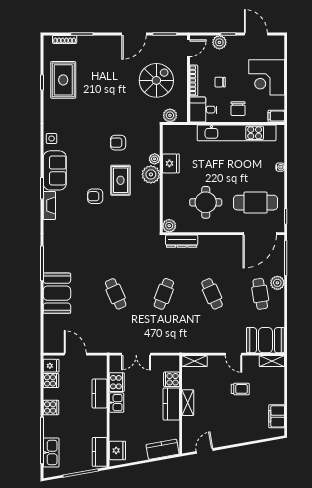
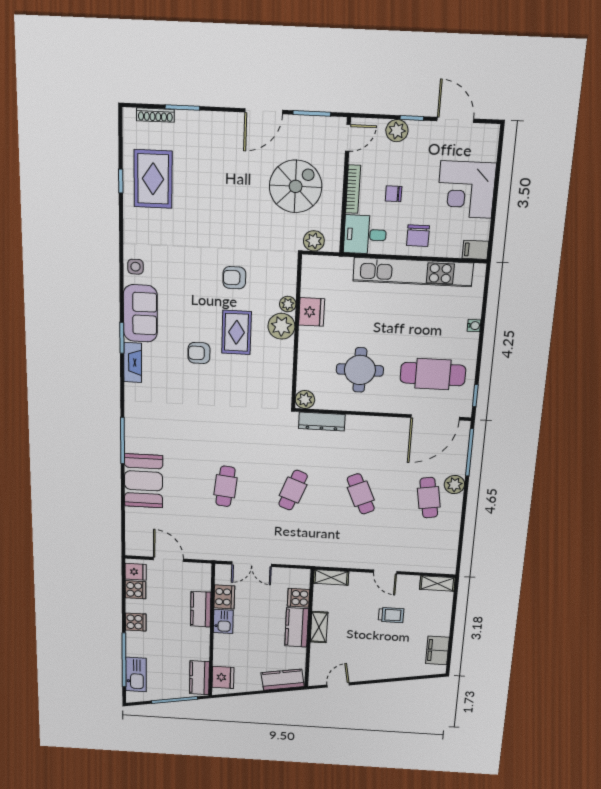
cafe table: (116, 294) -> (225, 486), turned 30
booth: (265, 340) -> (431, 557), removed

